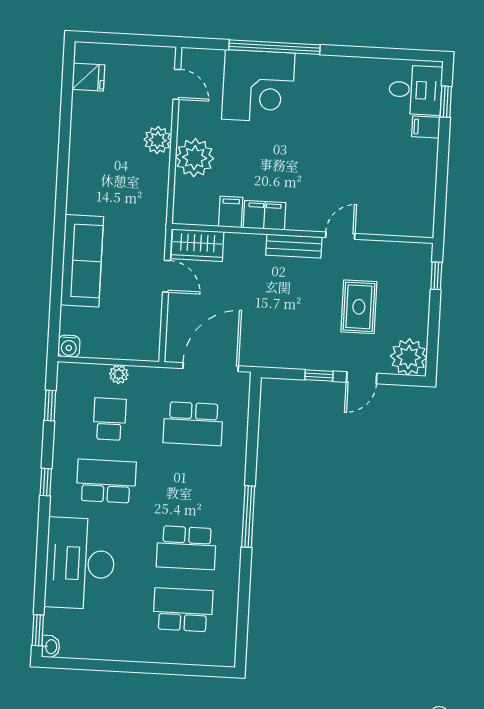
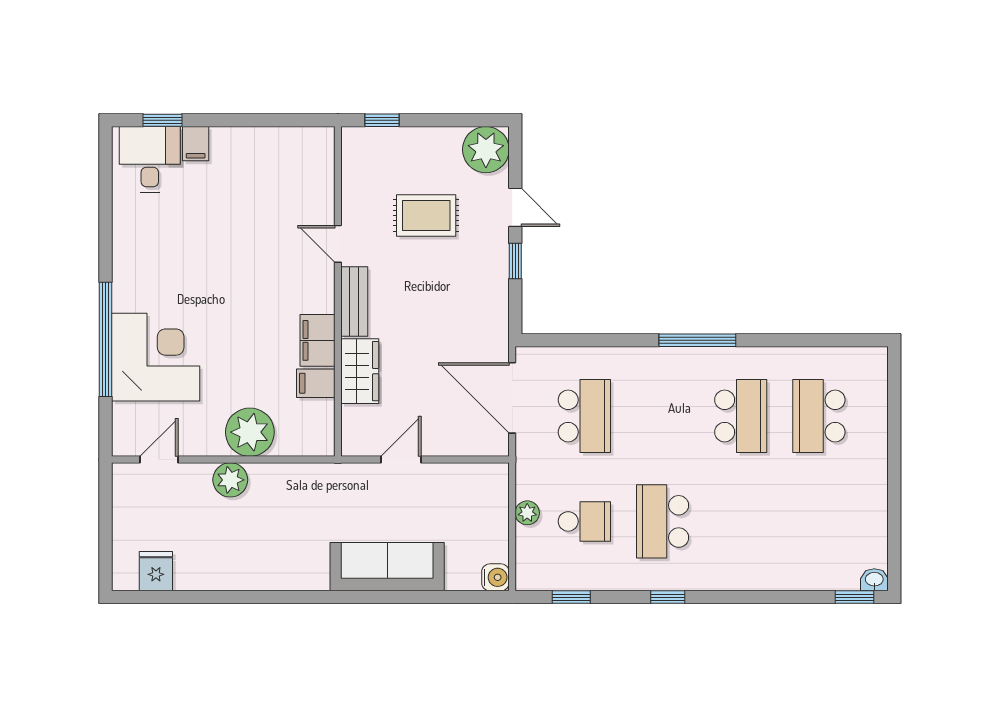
wardrobe: (197, 245) -> (360, 371), moved
school desk: (109, 419) -> (584, 521), turned 180
desk: (80, 563) -> (768, 549), removed

